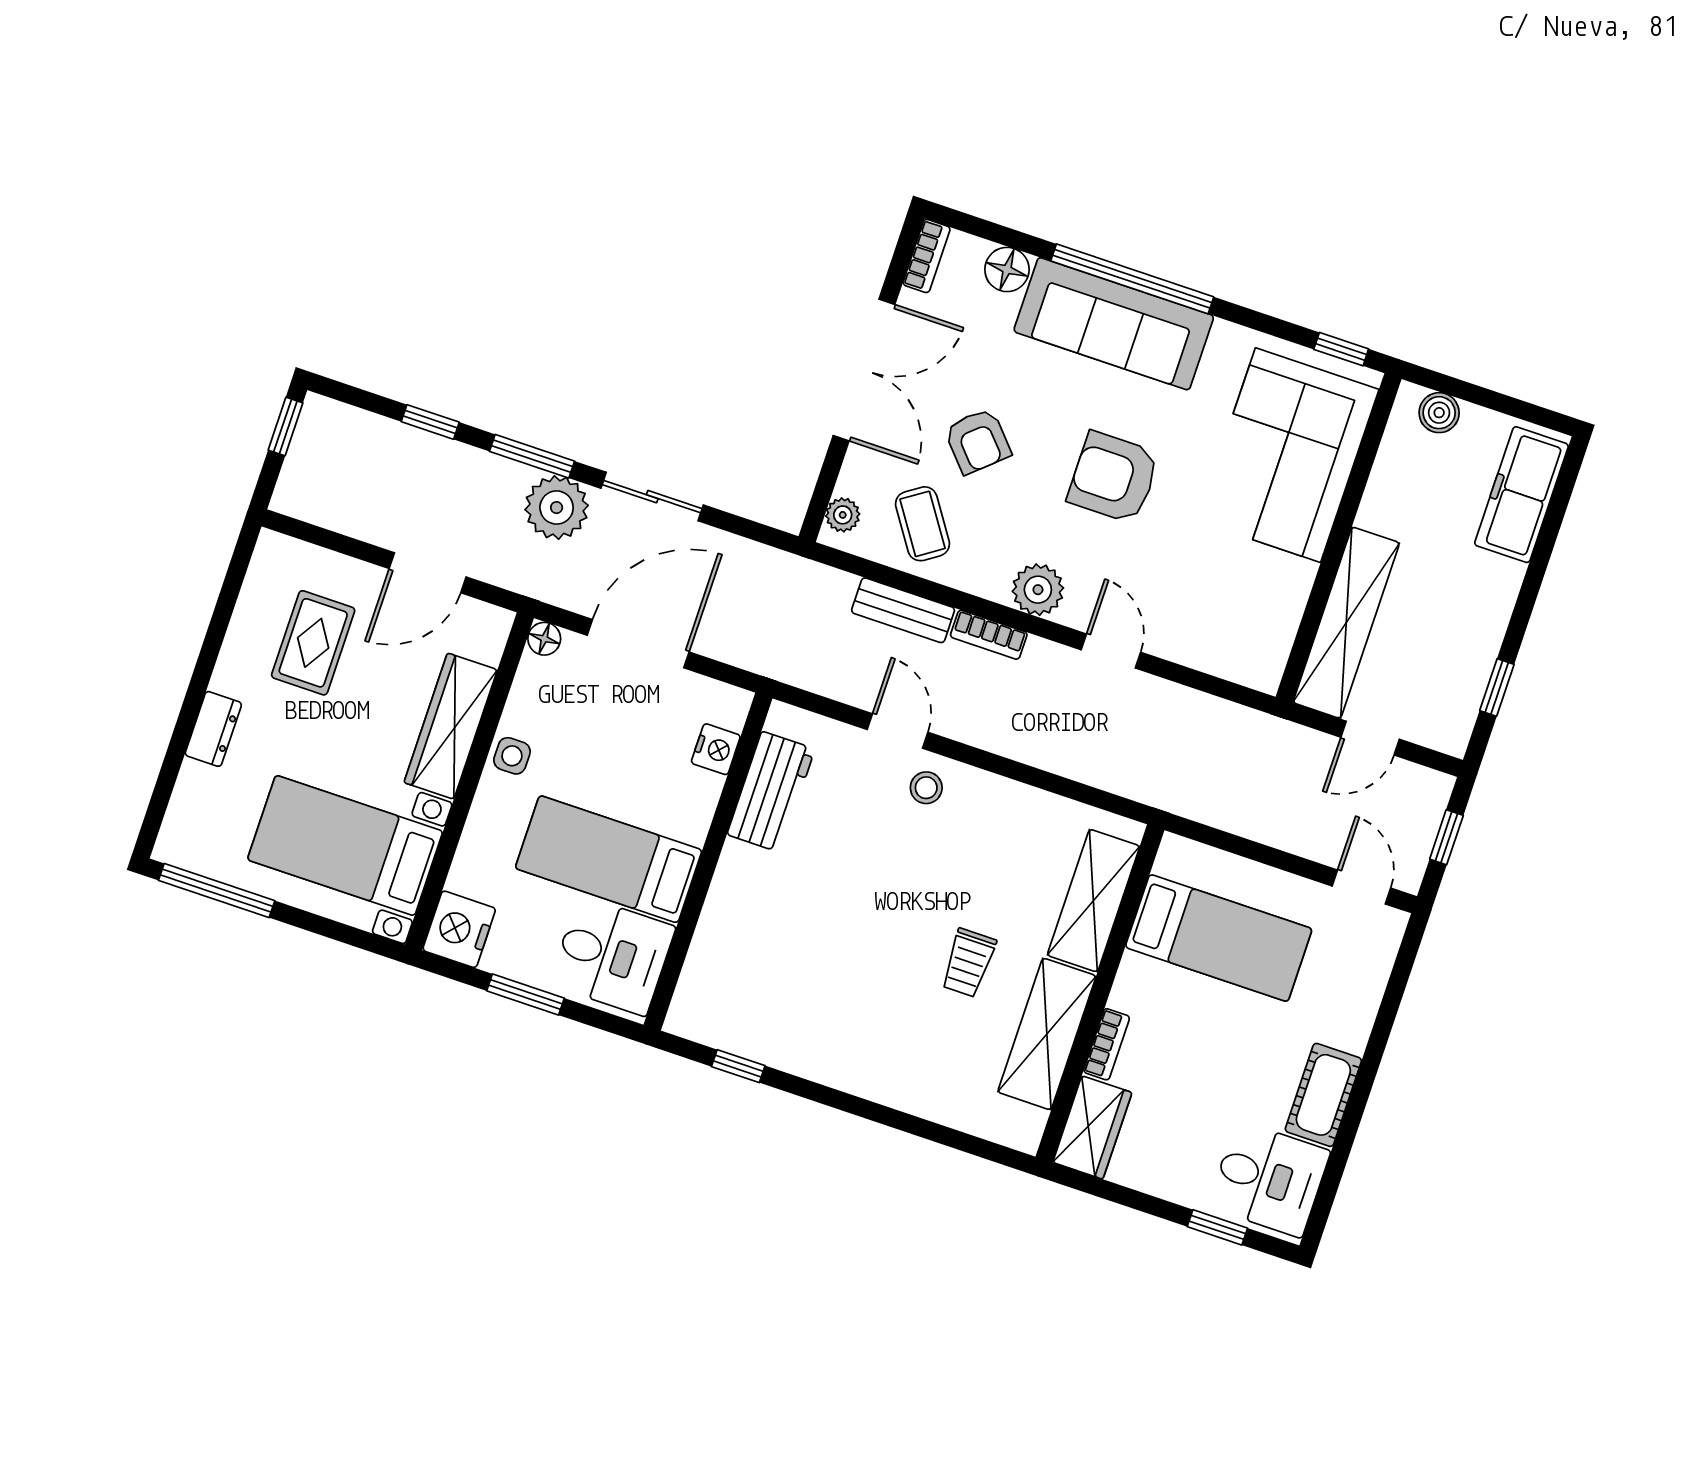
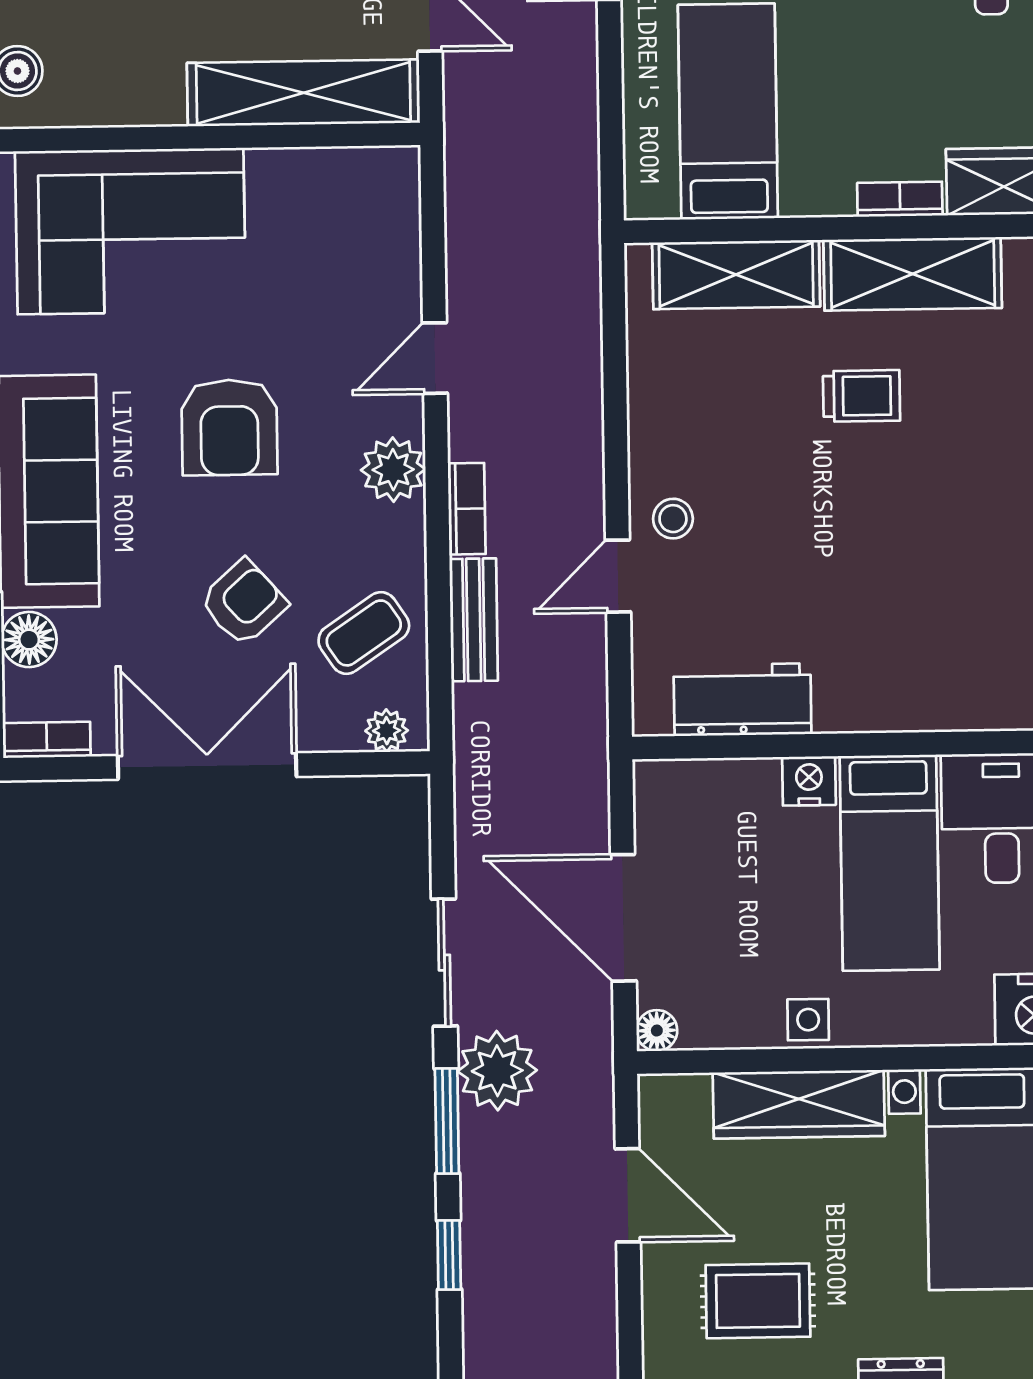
nightstand: (716, 749) -> (809, 781), moved

